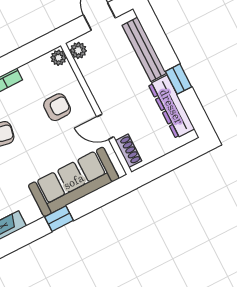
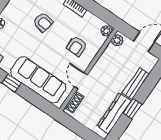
bench: (144, 49) -> (136, 83), width x0.73
armchair: (57, 107) -> (77, 46), turned 90

